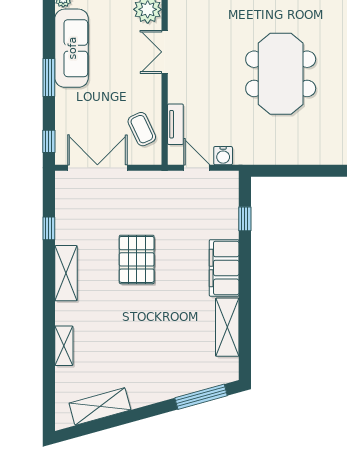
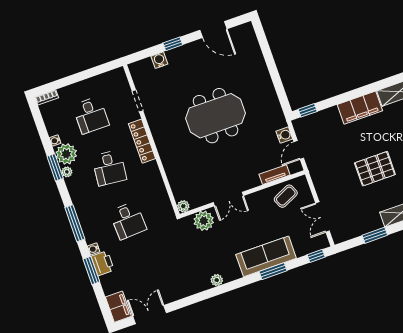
sofa: (72, 48) -> (266, 256), moved
double door: (97, 168) -> (322, 217), width x0.73
window: (245, 219) -> (308, 110), moved
window: (49, 228) -> (375, 235), width x1.50

